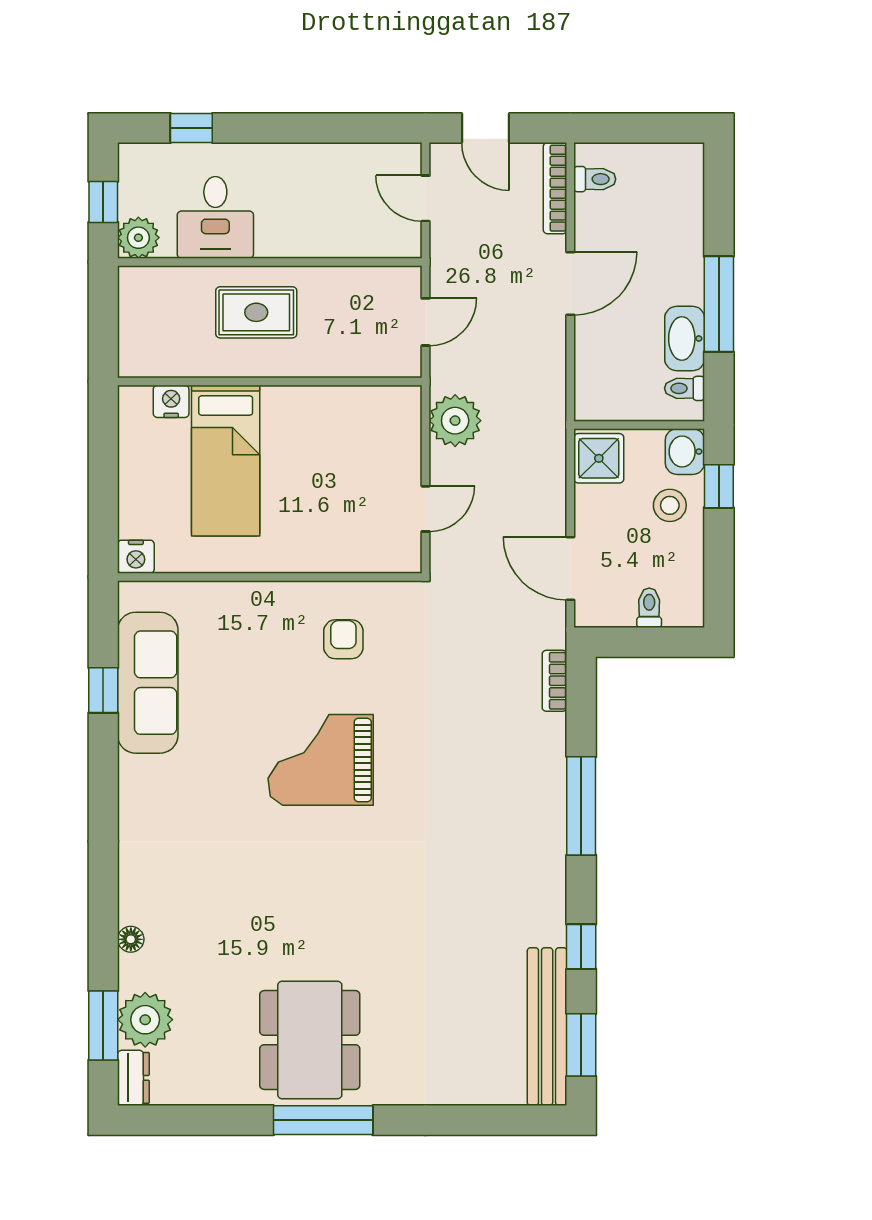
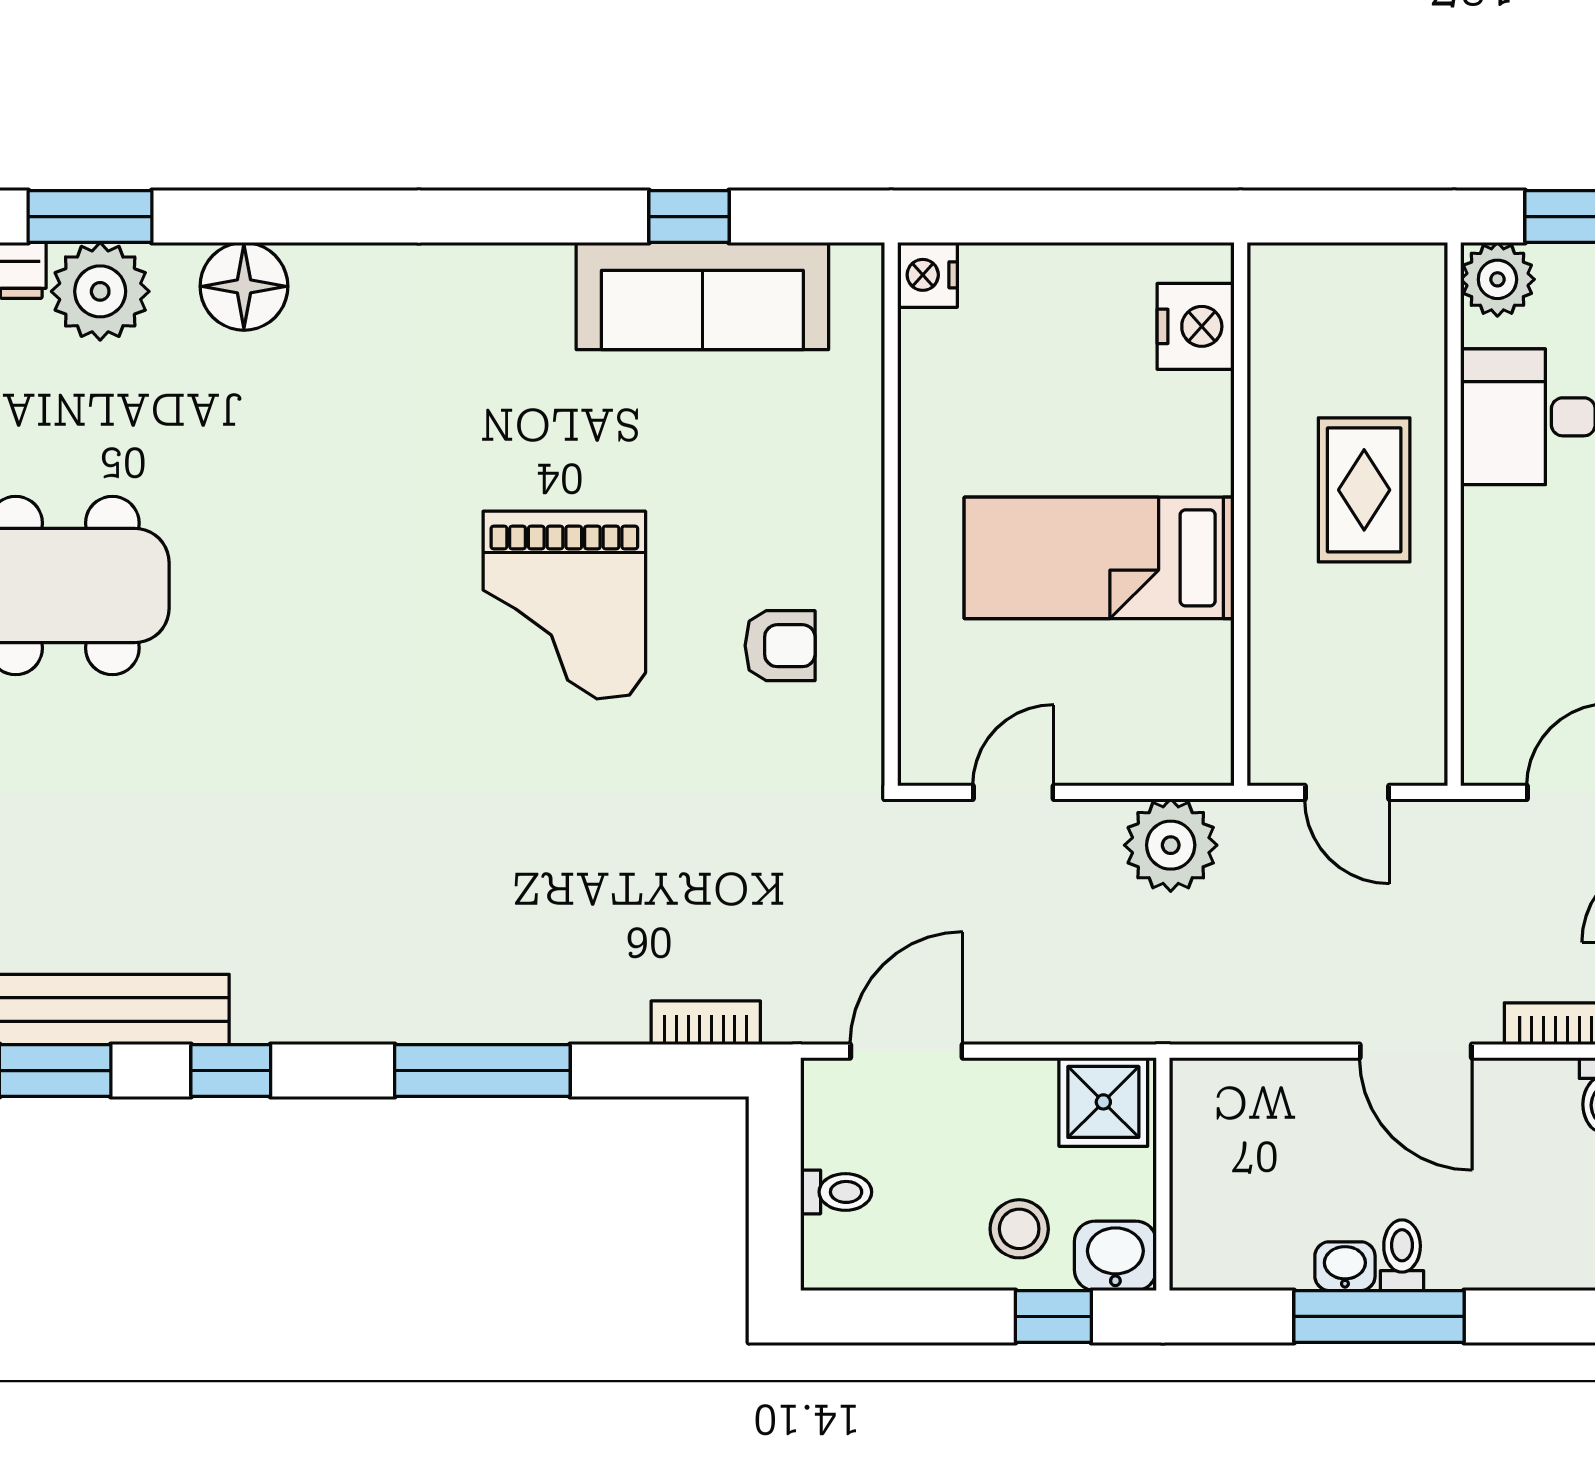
washbasin: (685, 339) -> (1345, 1266), width x0.52, depth x0.69
toilet: (685, 388) -> (1402, 1255), moved
nightstand: (171, 401) -> (1196, 326), width x1.36, depth x1.33
bed: (226, 461) -> (1099, 558), moved
door: (426, 509) -> (1013, 792), swing flipped
grand piano: (321, 760) -> (564, 605), turned 180
floor lamp: (131, 939) -> (244, 286), width x1.89, depth x1.89

